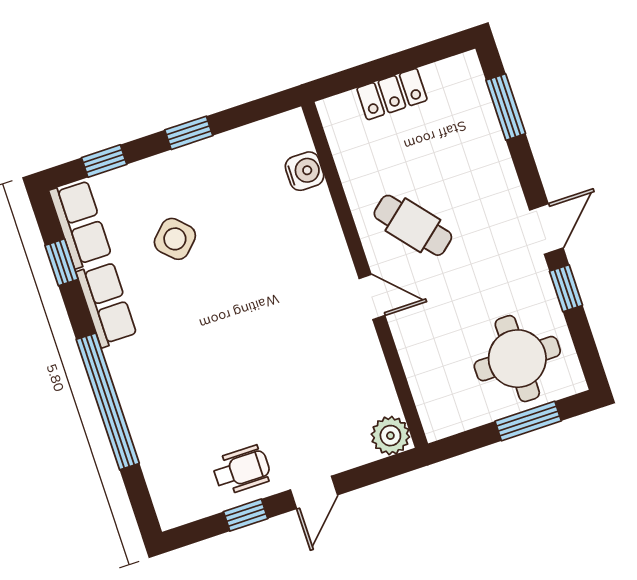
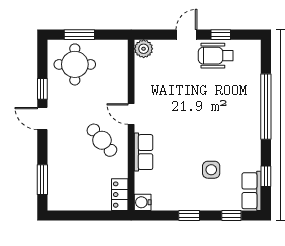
locker: (392, 94) -> (120, 195), moved, turned -90
water cooler: (305, 171) -> (143, 202), moved
door: (546, 229) -> (42, 118), hinge flipped
side table: (175, 239) -> (211, 170), turned 45
row of seats: (107, 304) -> (144, 152), moved, turned 180
wheelchair: (242, 470) -> (216, 56), width x1.36, depth x1.37

